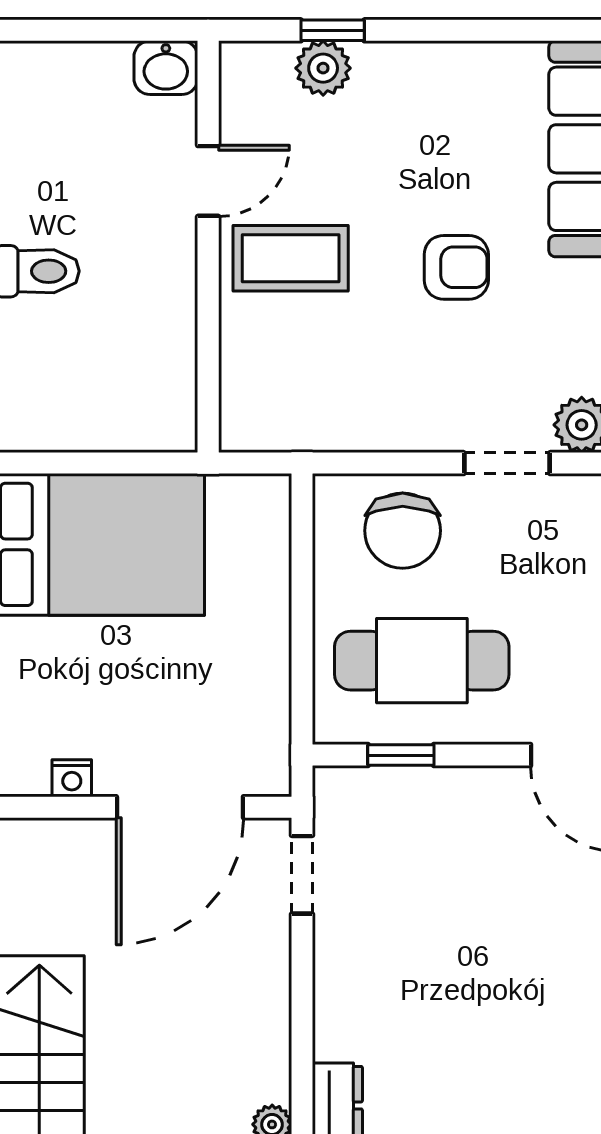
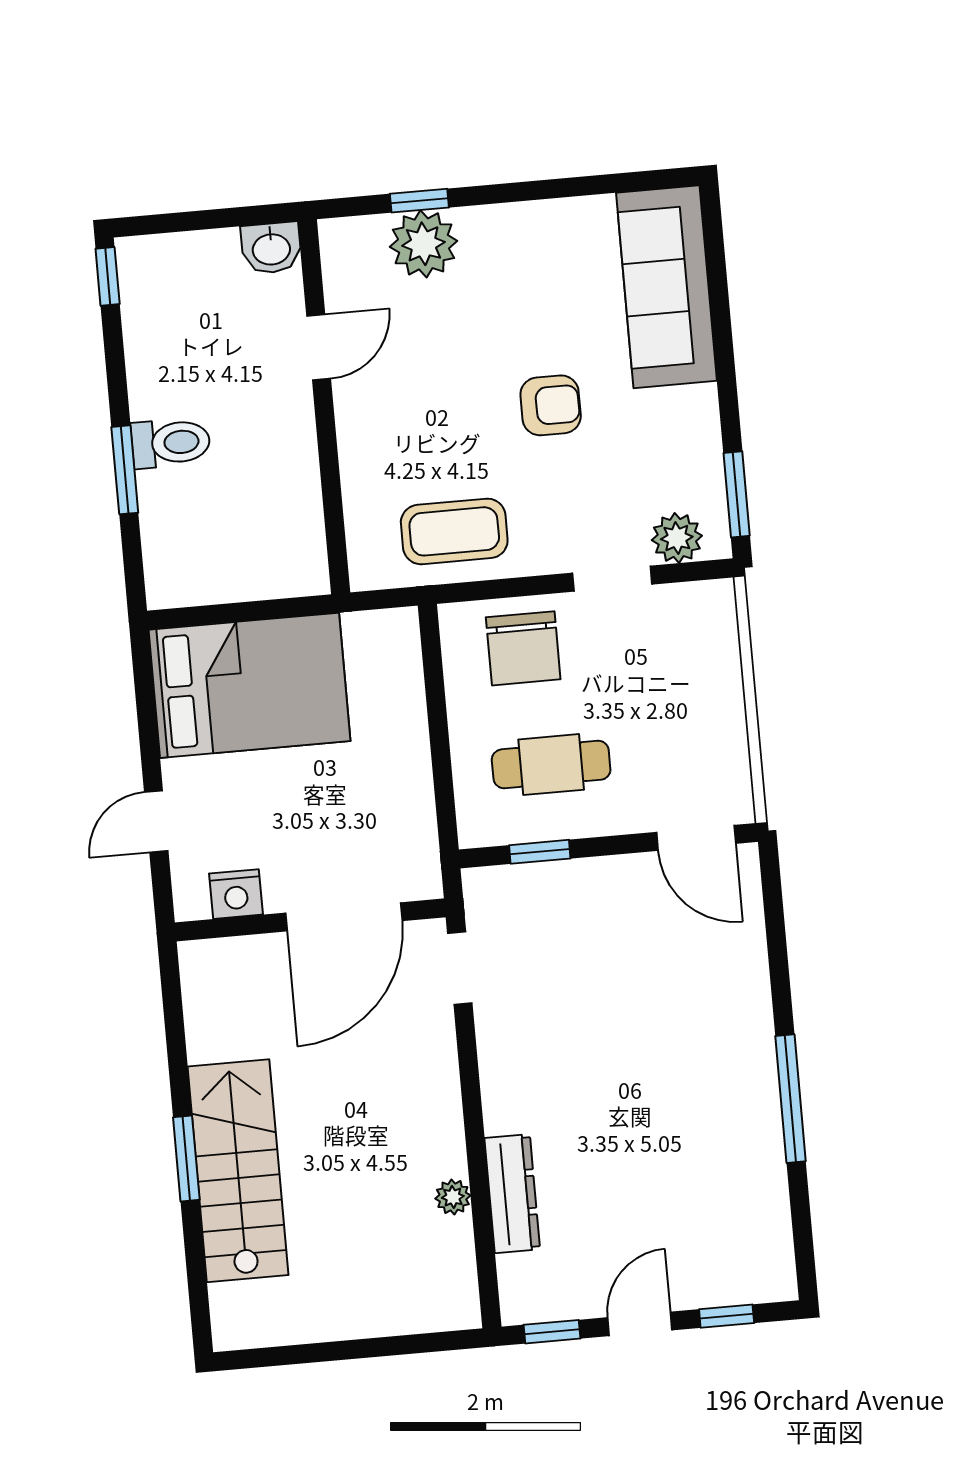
plant: (323, 68) -> (424, 244), width x1.36, depth x1.36
coffee table: (291, 258) -> (454, 531), moved
cafe table: (422, 661) -> (551, 765), width x0.73, depth x0.74
nightstand: (72, 778) -> (236, 894), width x1.39, depth x1.35

